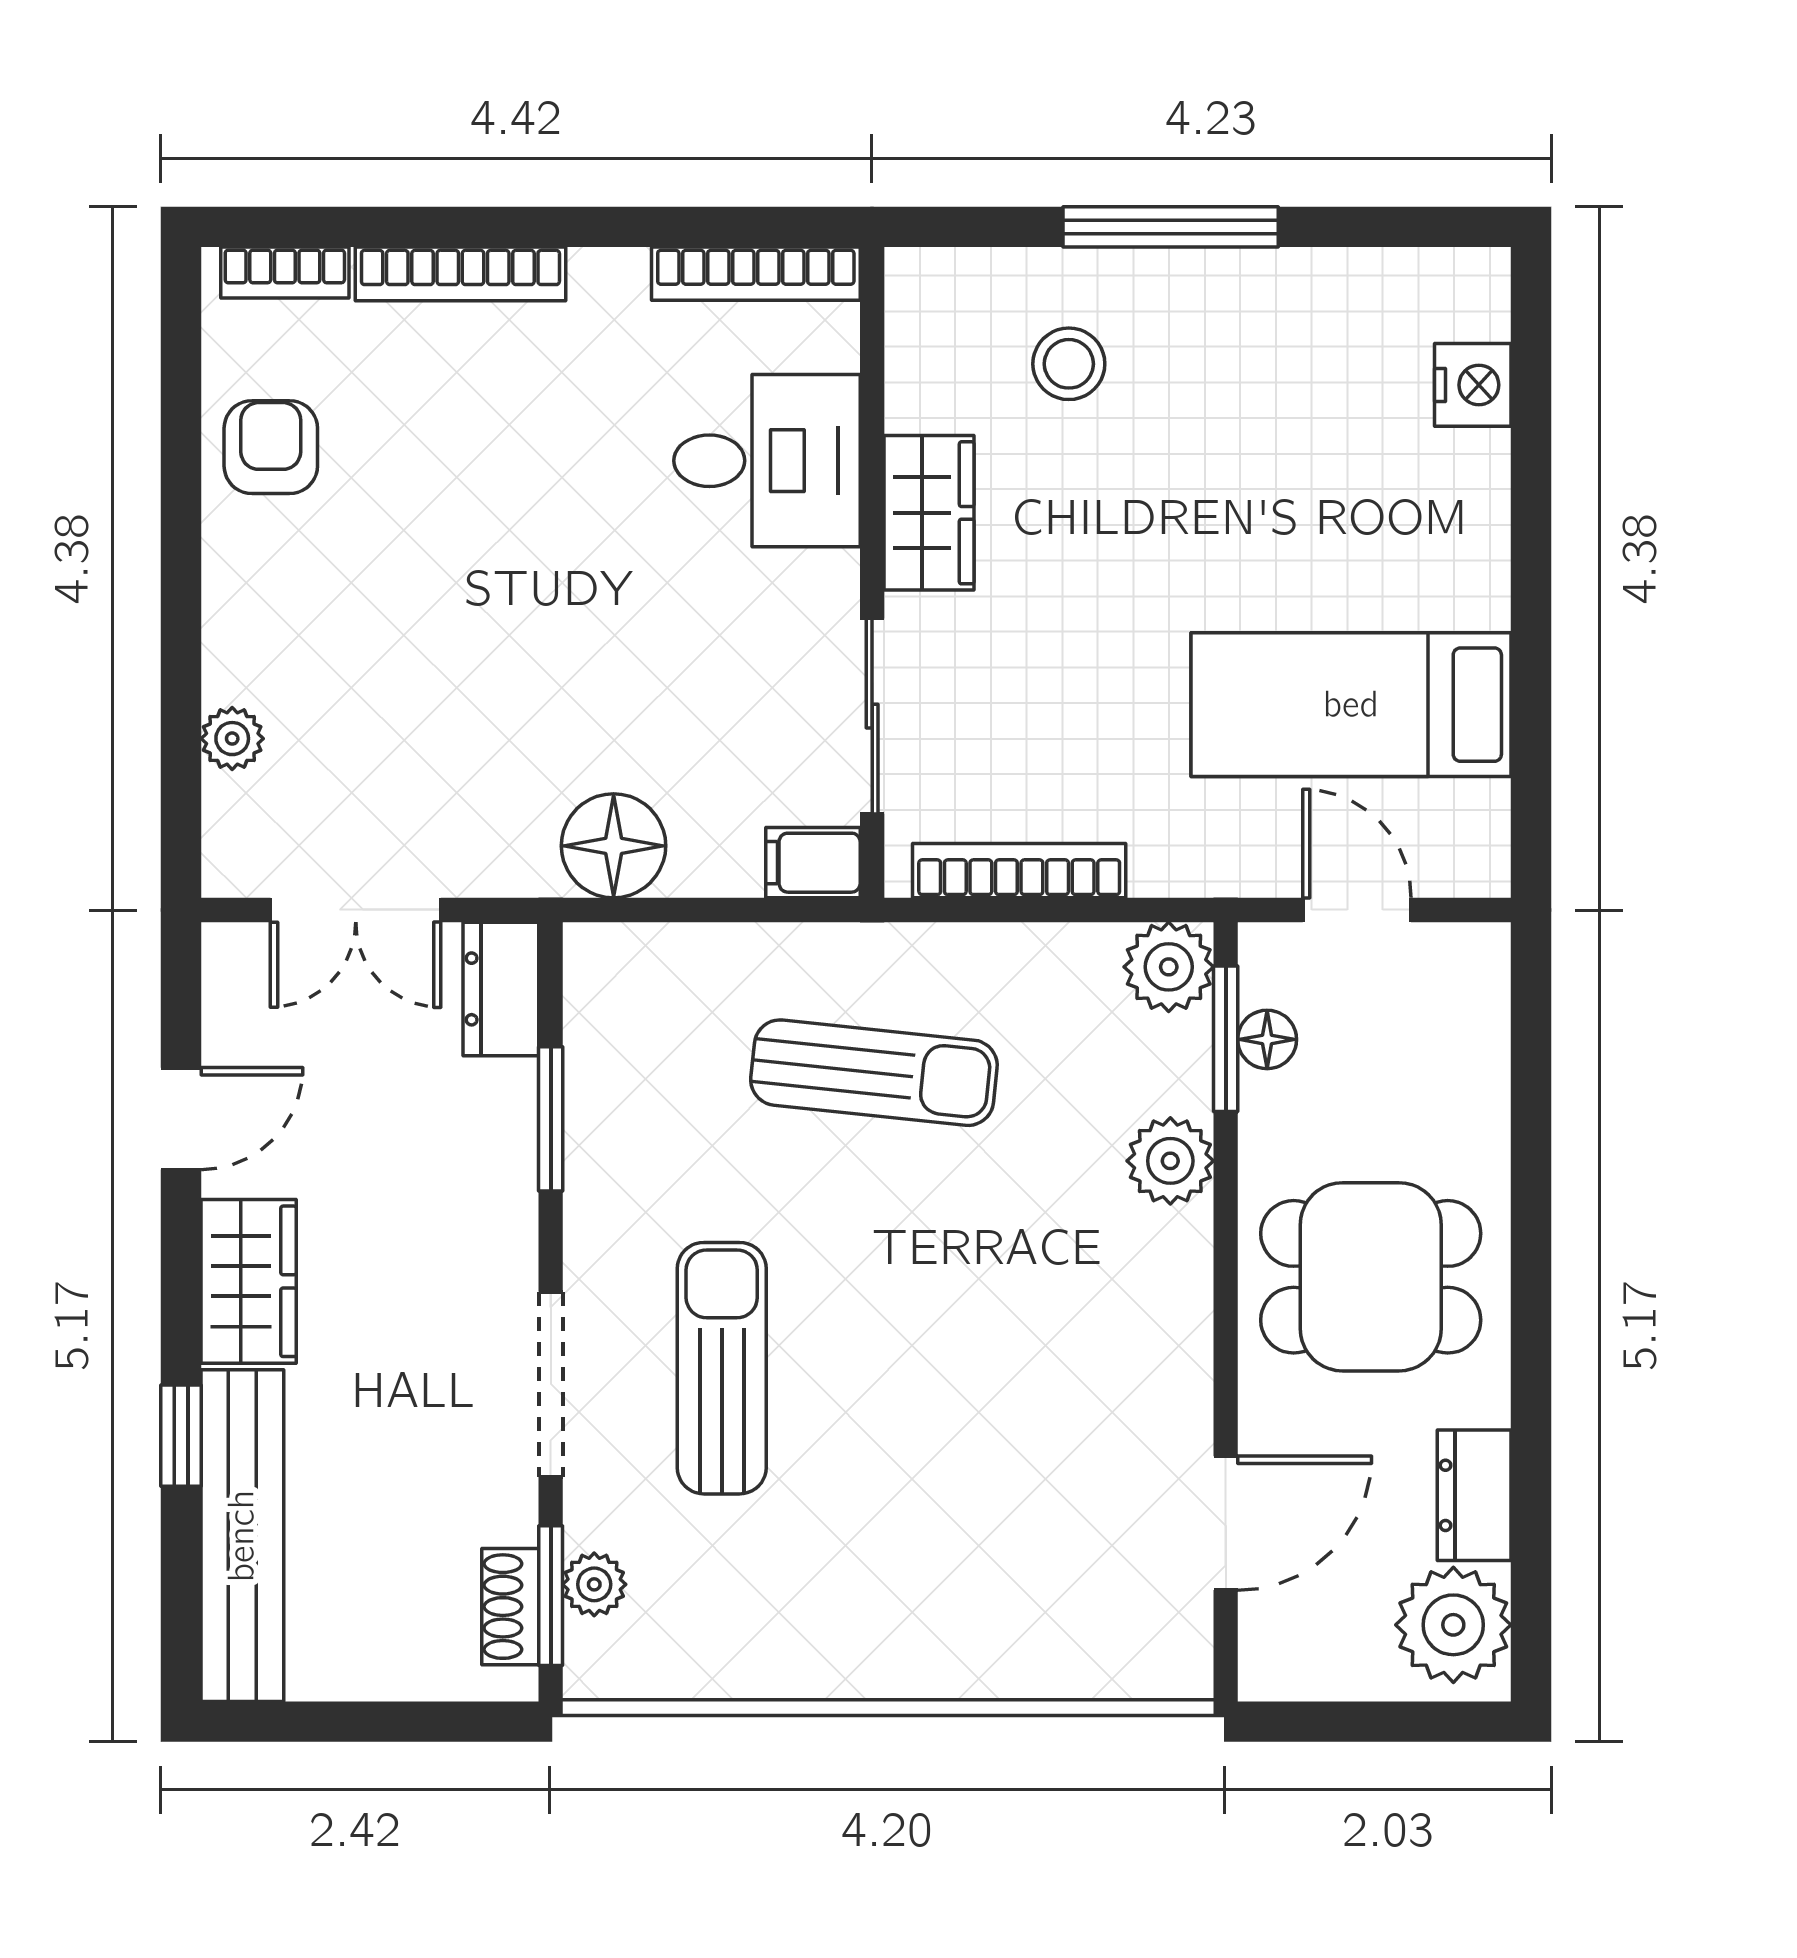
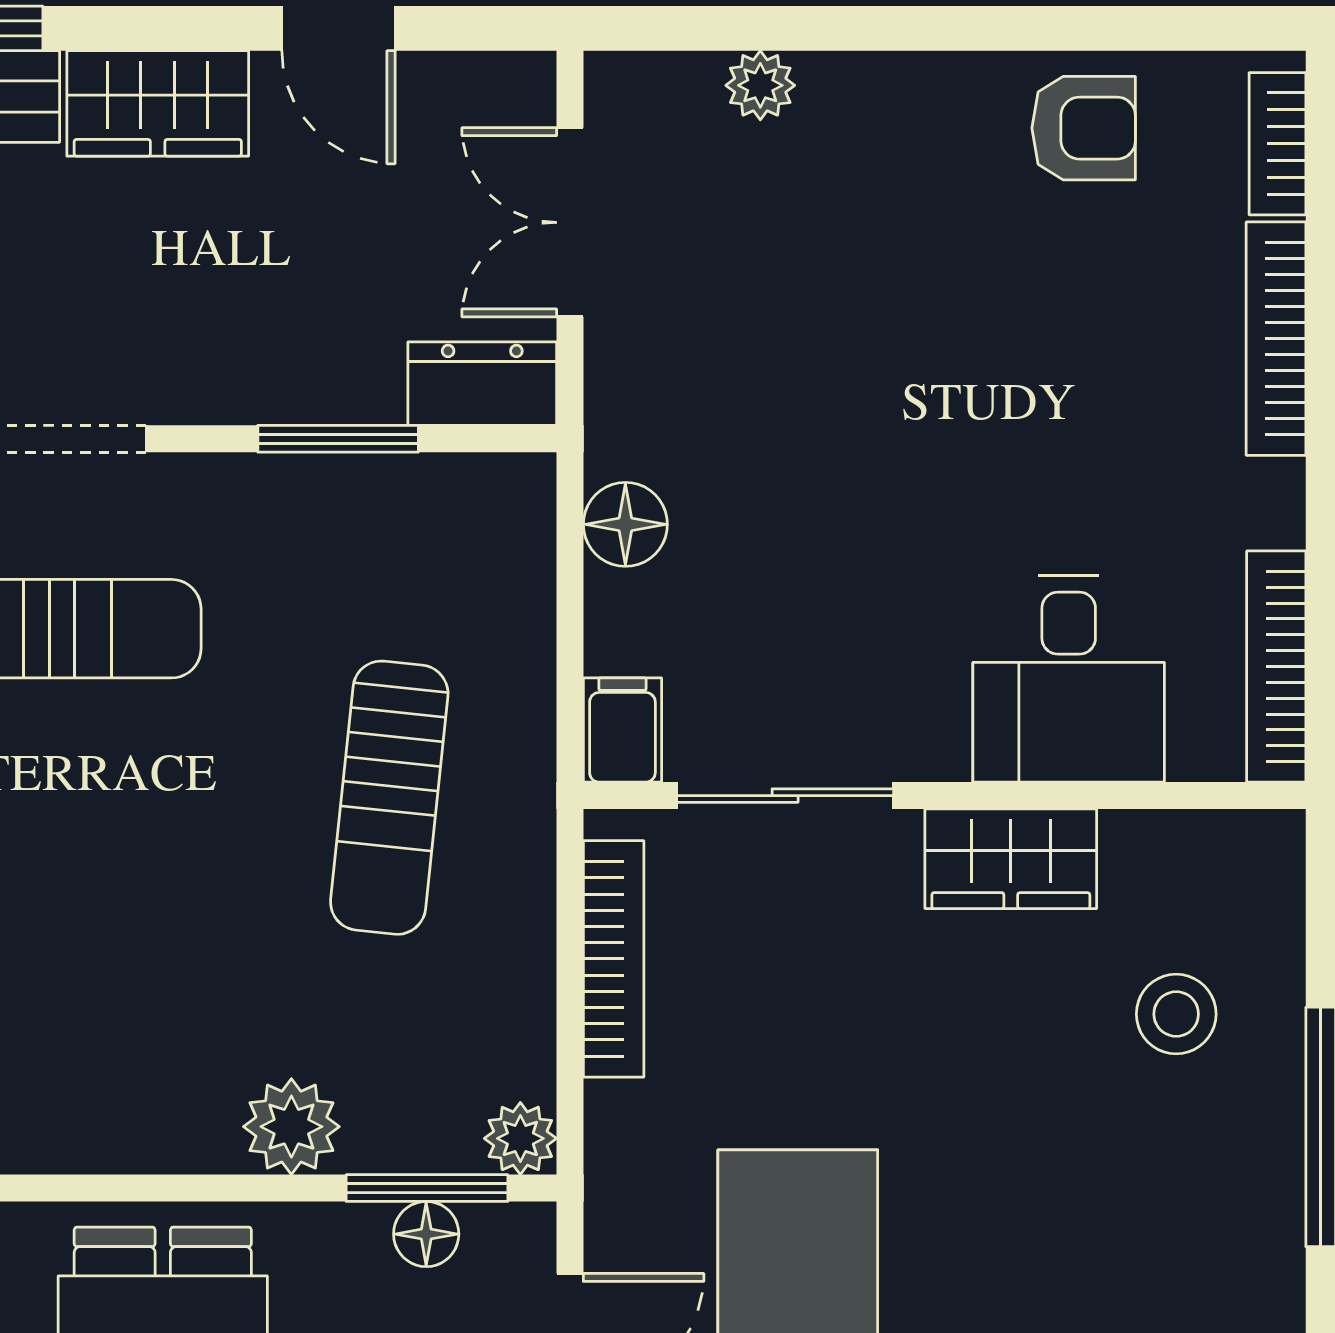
floor lamp: (614, 846) -> (625, 524), width x0.73, depth x0.73
plant: (1169, 967) -> (520, 1138), width x0.73, depth x0.73

